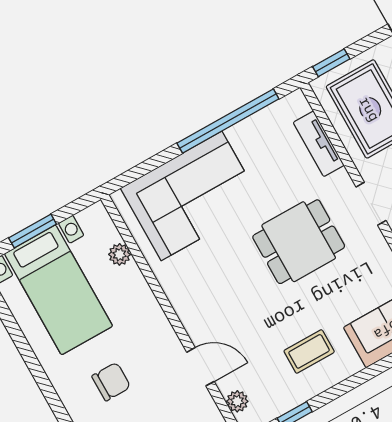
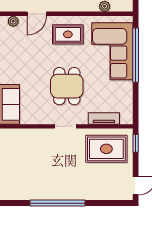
window: (228, 121) -> (136, 55), moved
rug: (206, 291) -> (68, 34), added
coffee table: (309, 351) -> (17, 64), removed

